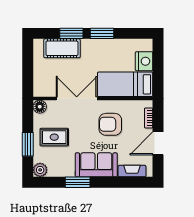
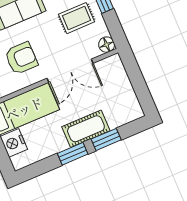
cot: (62, 48) -> (86, 129), moved

